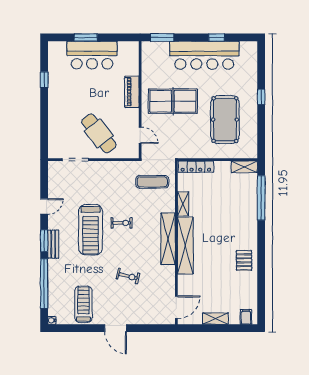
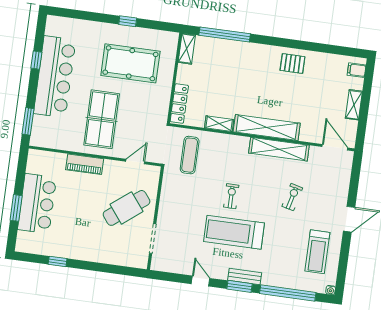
window: (261, 97) -> (128, 21), moved
treadmill: (91, 230) -> (234, 232), turned 180
shelving: (168, 239) -> (279, 149), moved
treadmill: (83, 304) -> (317, 252), turned -90

